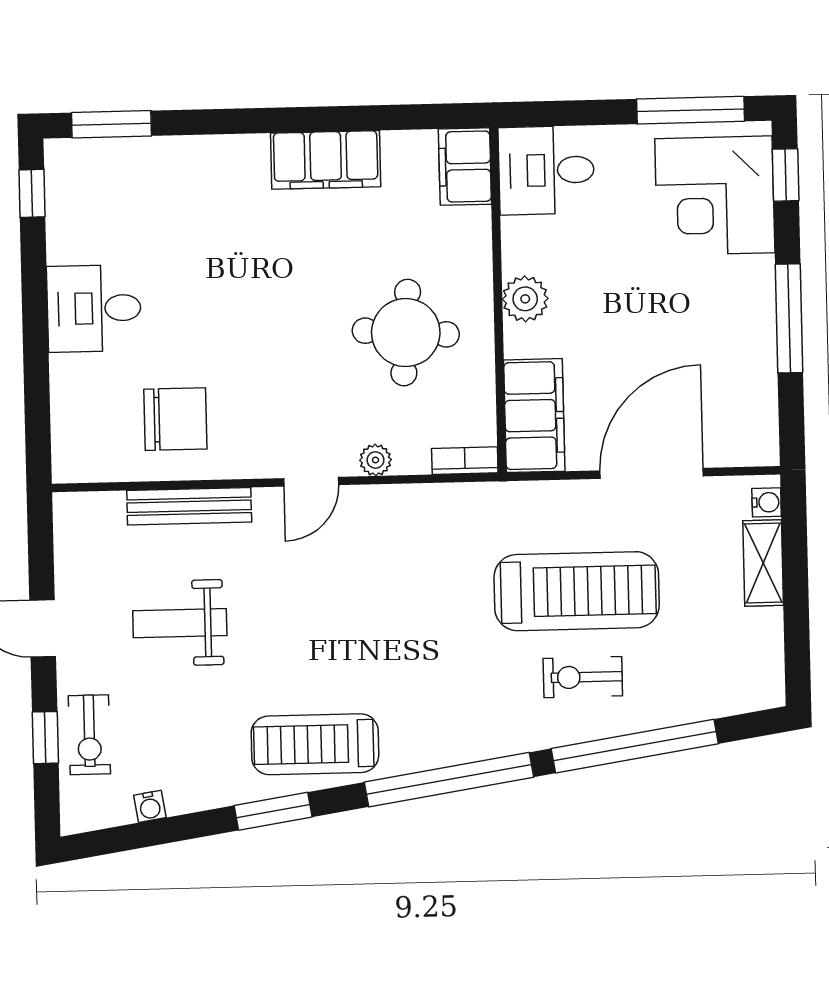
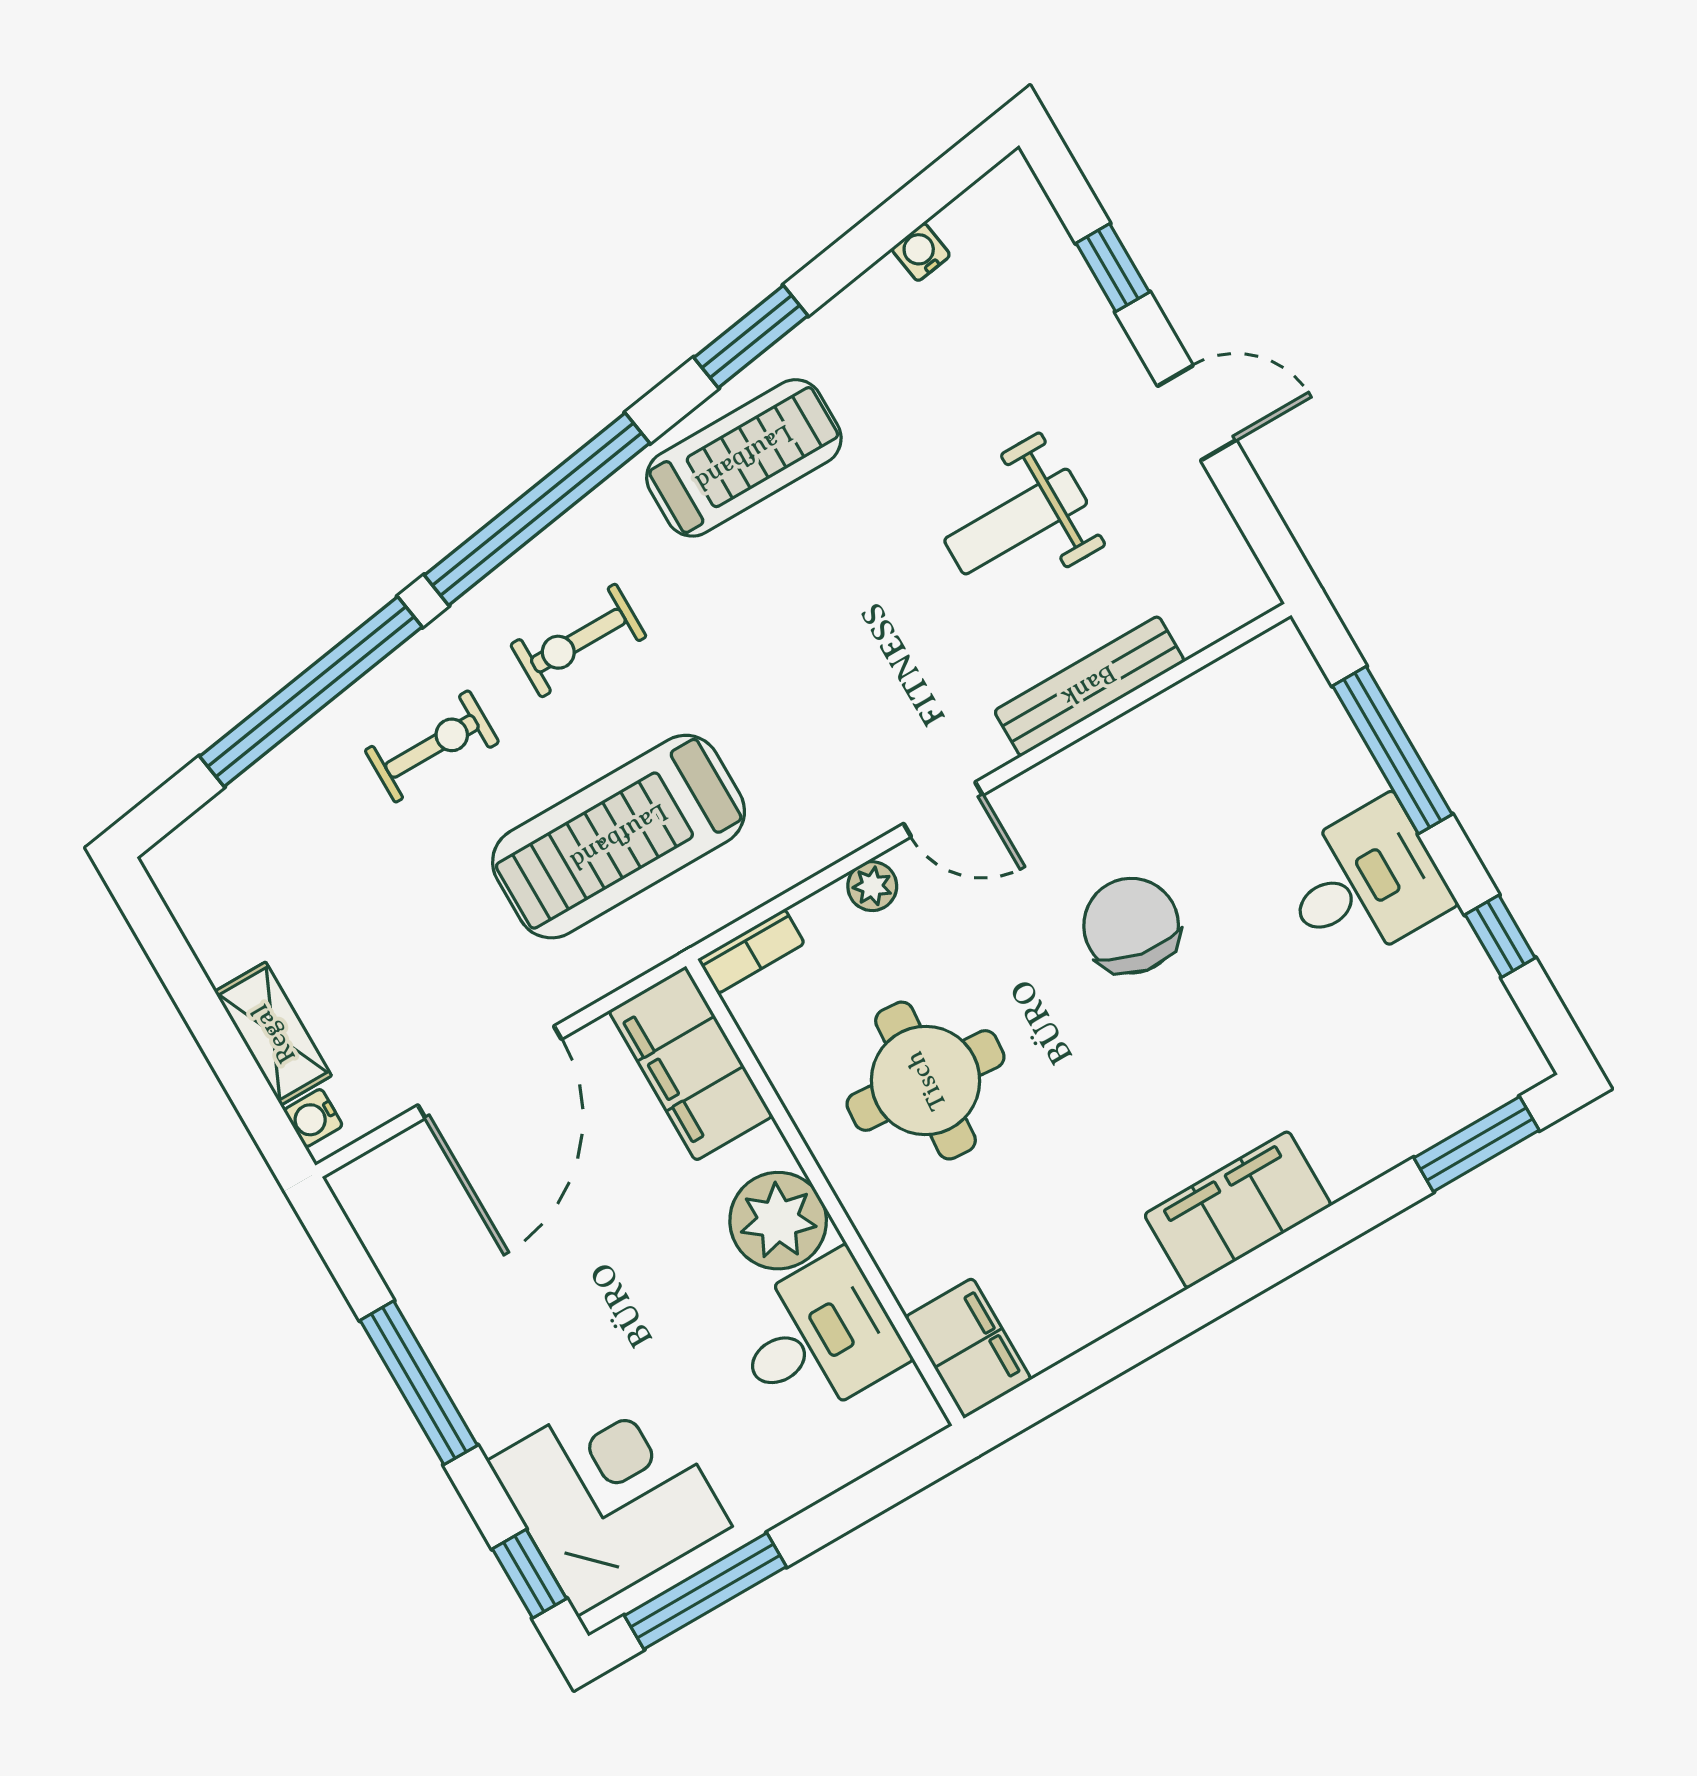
filing cabinet: (326, 160) -> (1238, 1210), moved
desk: (546, 170) -> (818, 1338), moved
window: (32, 193) -> (1500, 936), moved
plant: (525, 299) -> (778, 1221), width x1.36, depth x1.36
window: (36, 375) -> (1392, 750), added
chair: (175, 419) -> (1131, 926), moved, turned 100
door: (311, 482) -> (943, 809), swing flipped
treadmill: (577, 591) -> (619, 837), moved
weight bench: (180, 623) -> (1016, 522), turned 180
exercise bike: (89, 735) -> (578, 641), moved, turned -90

